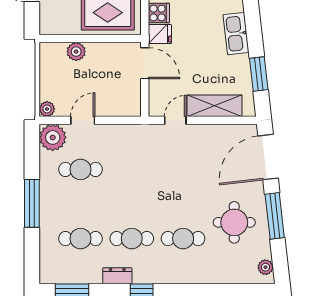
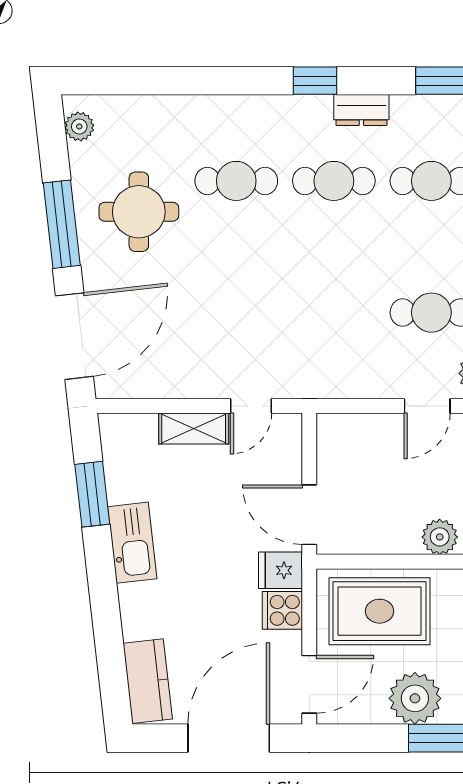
kitchen sink: (236, 34) -> (132, 543), moved
shelving: (215, 106) -> (194, 429), width x0.67, depth x0.75

